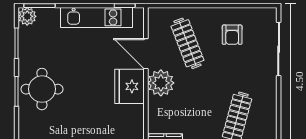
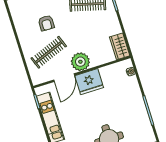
armchair: (232, 35) -> (46, 23), moved, turned 91

